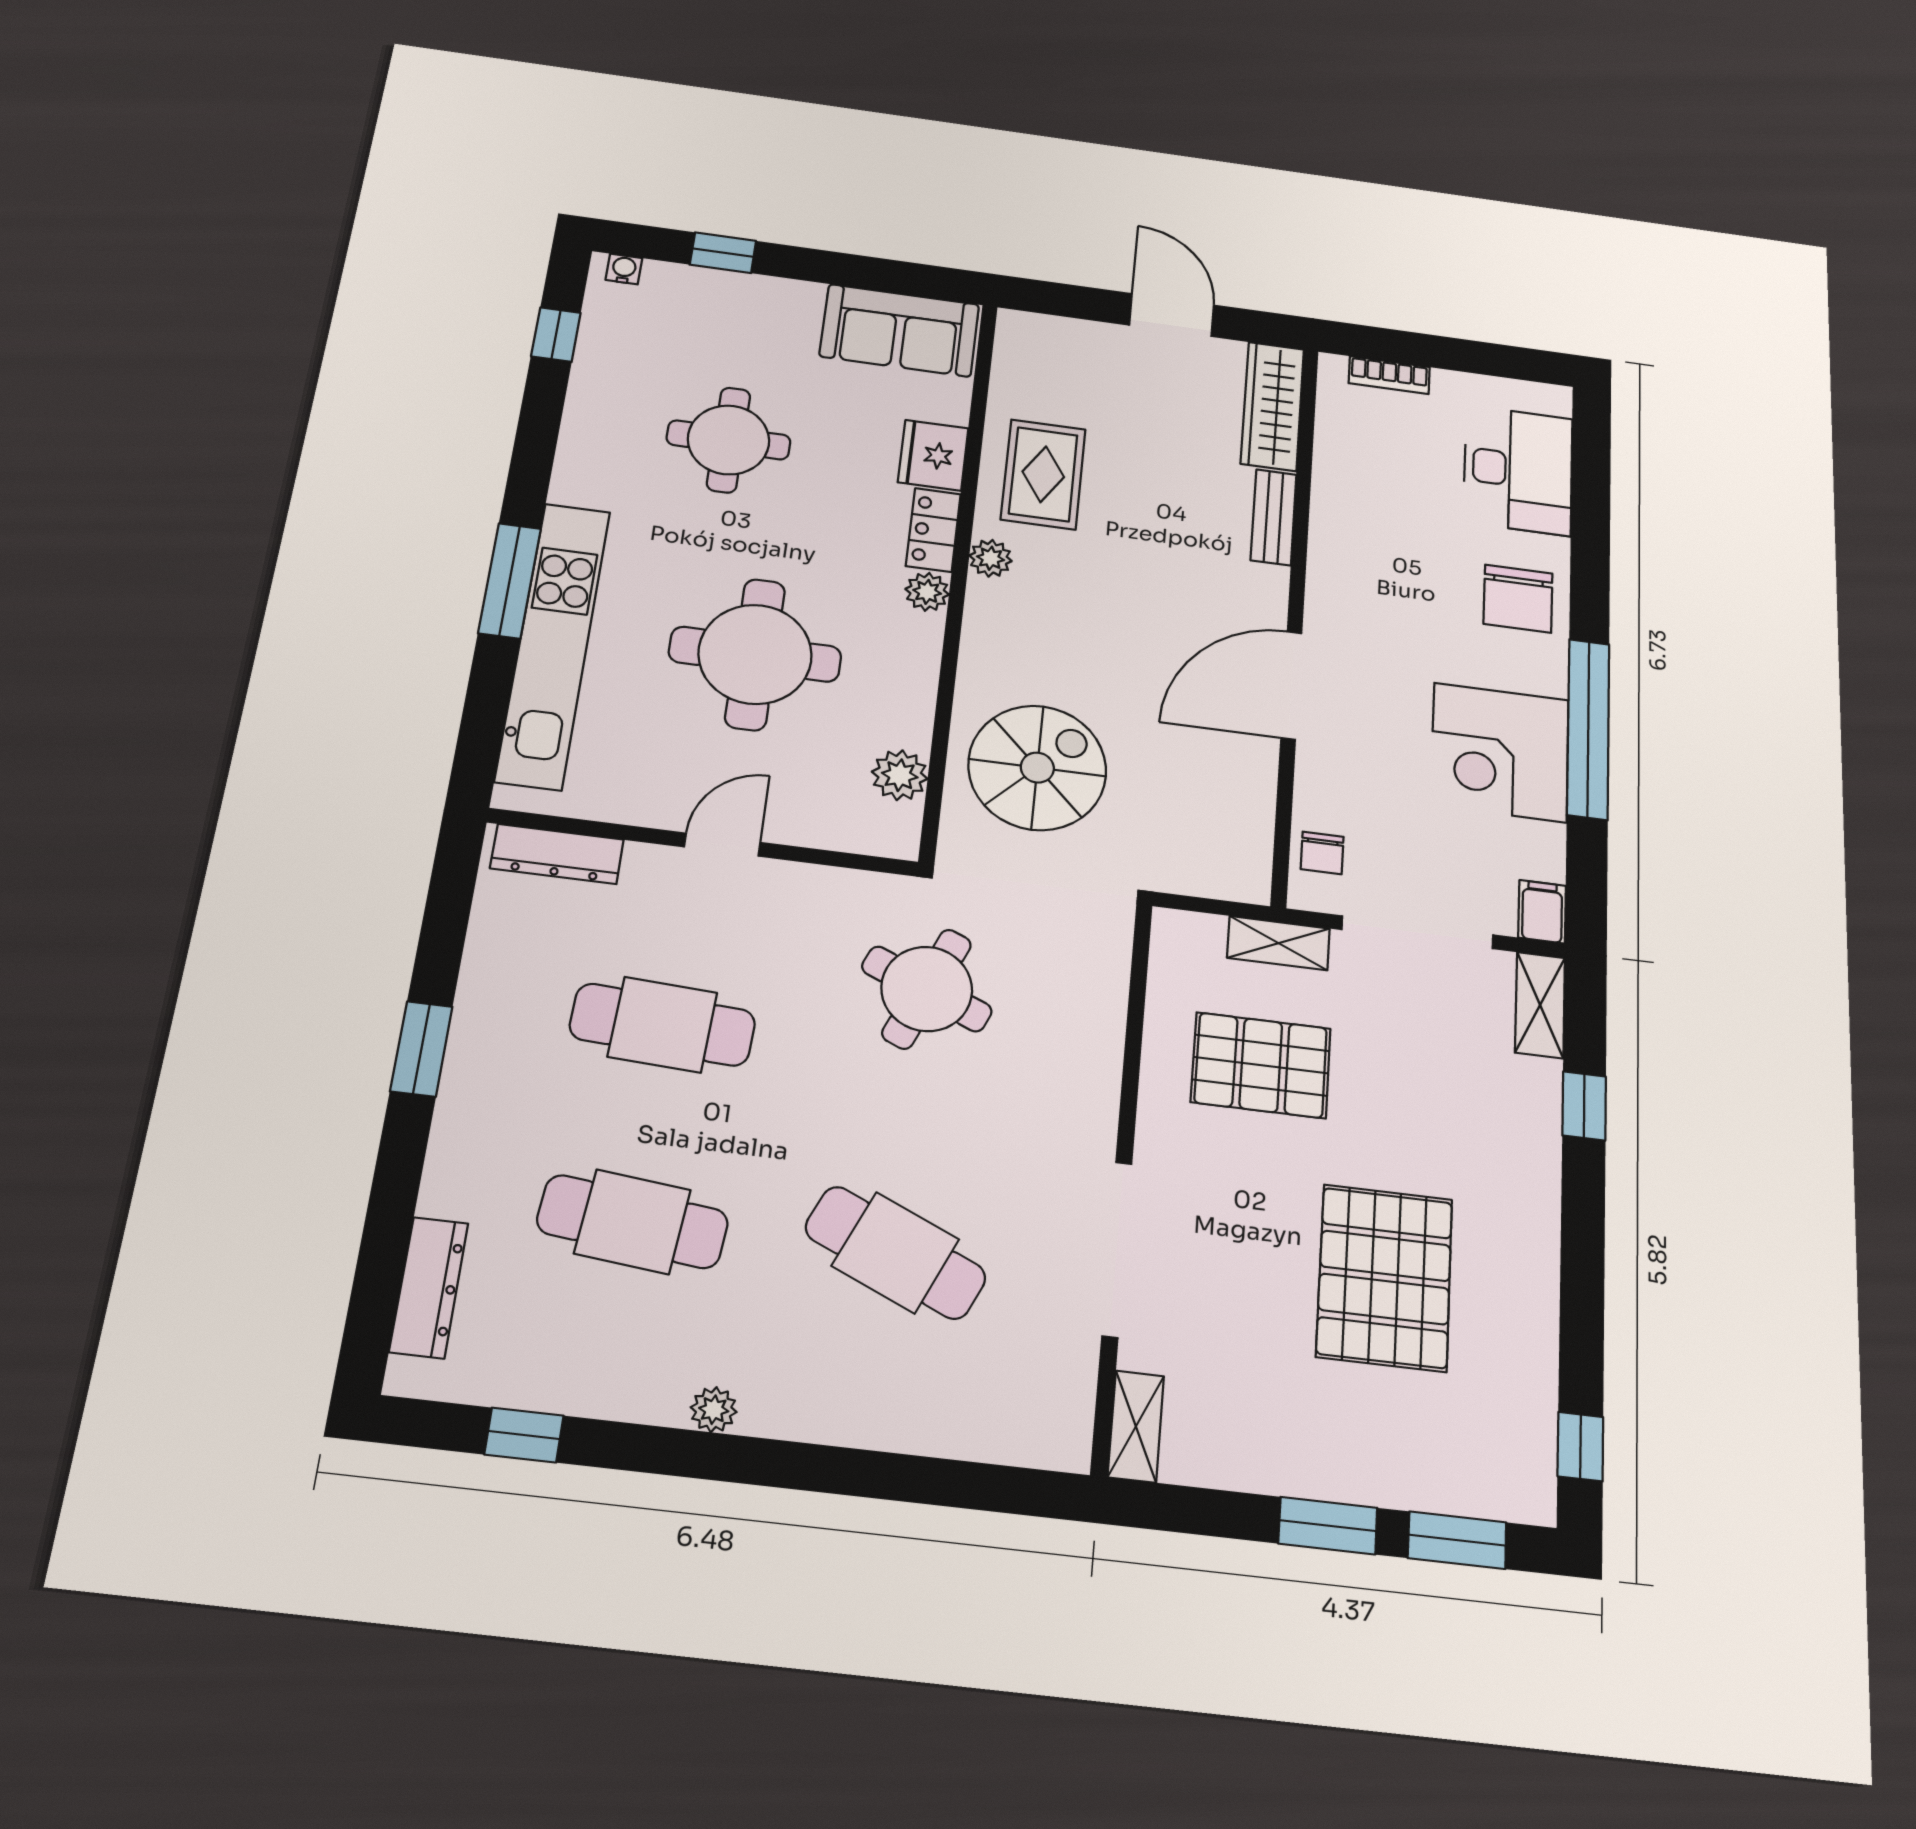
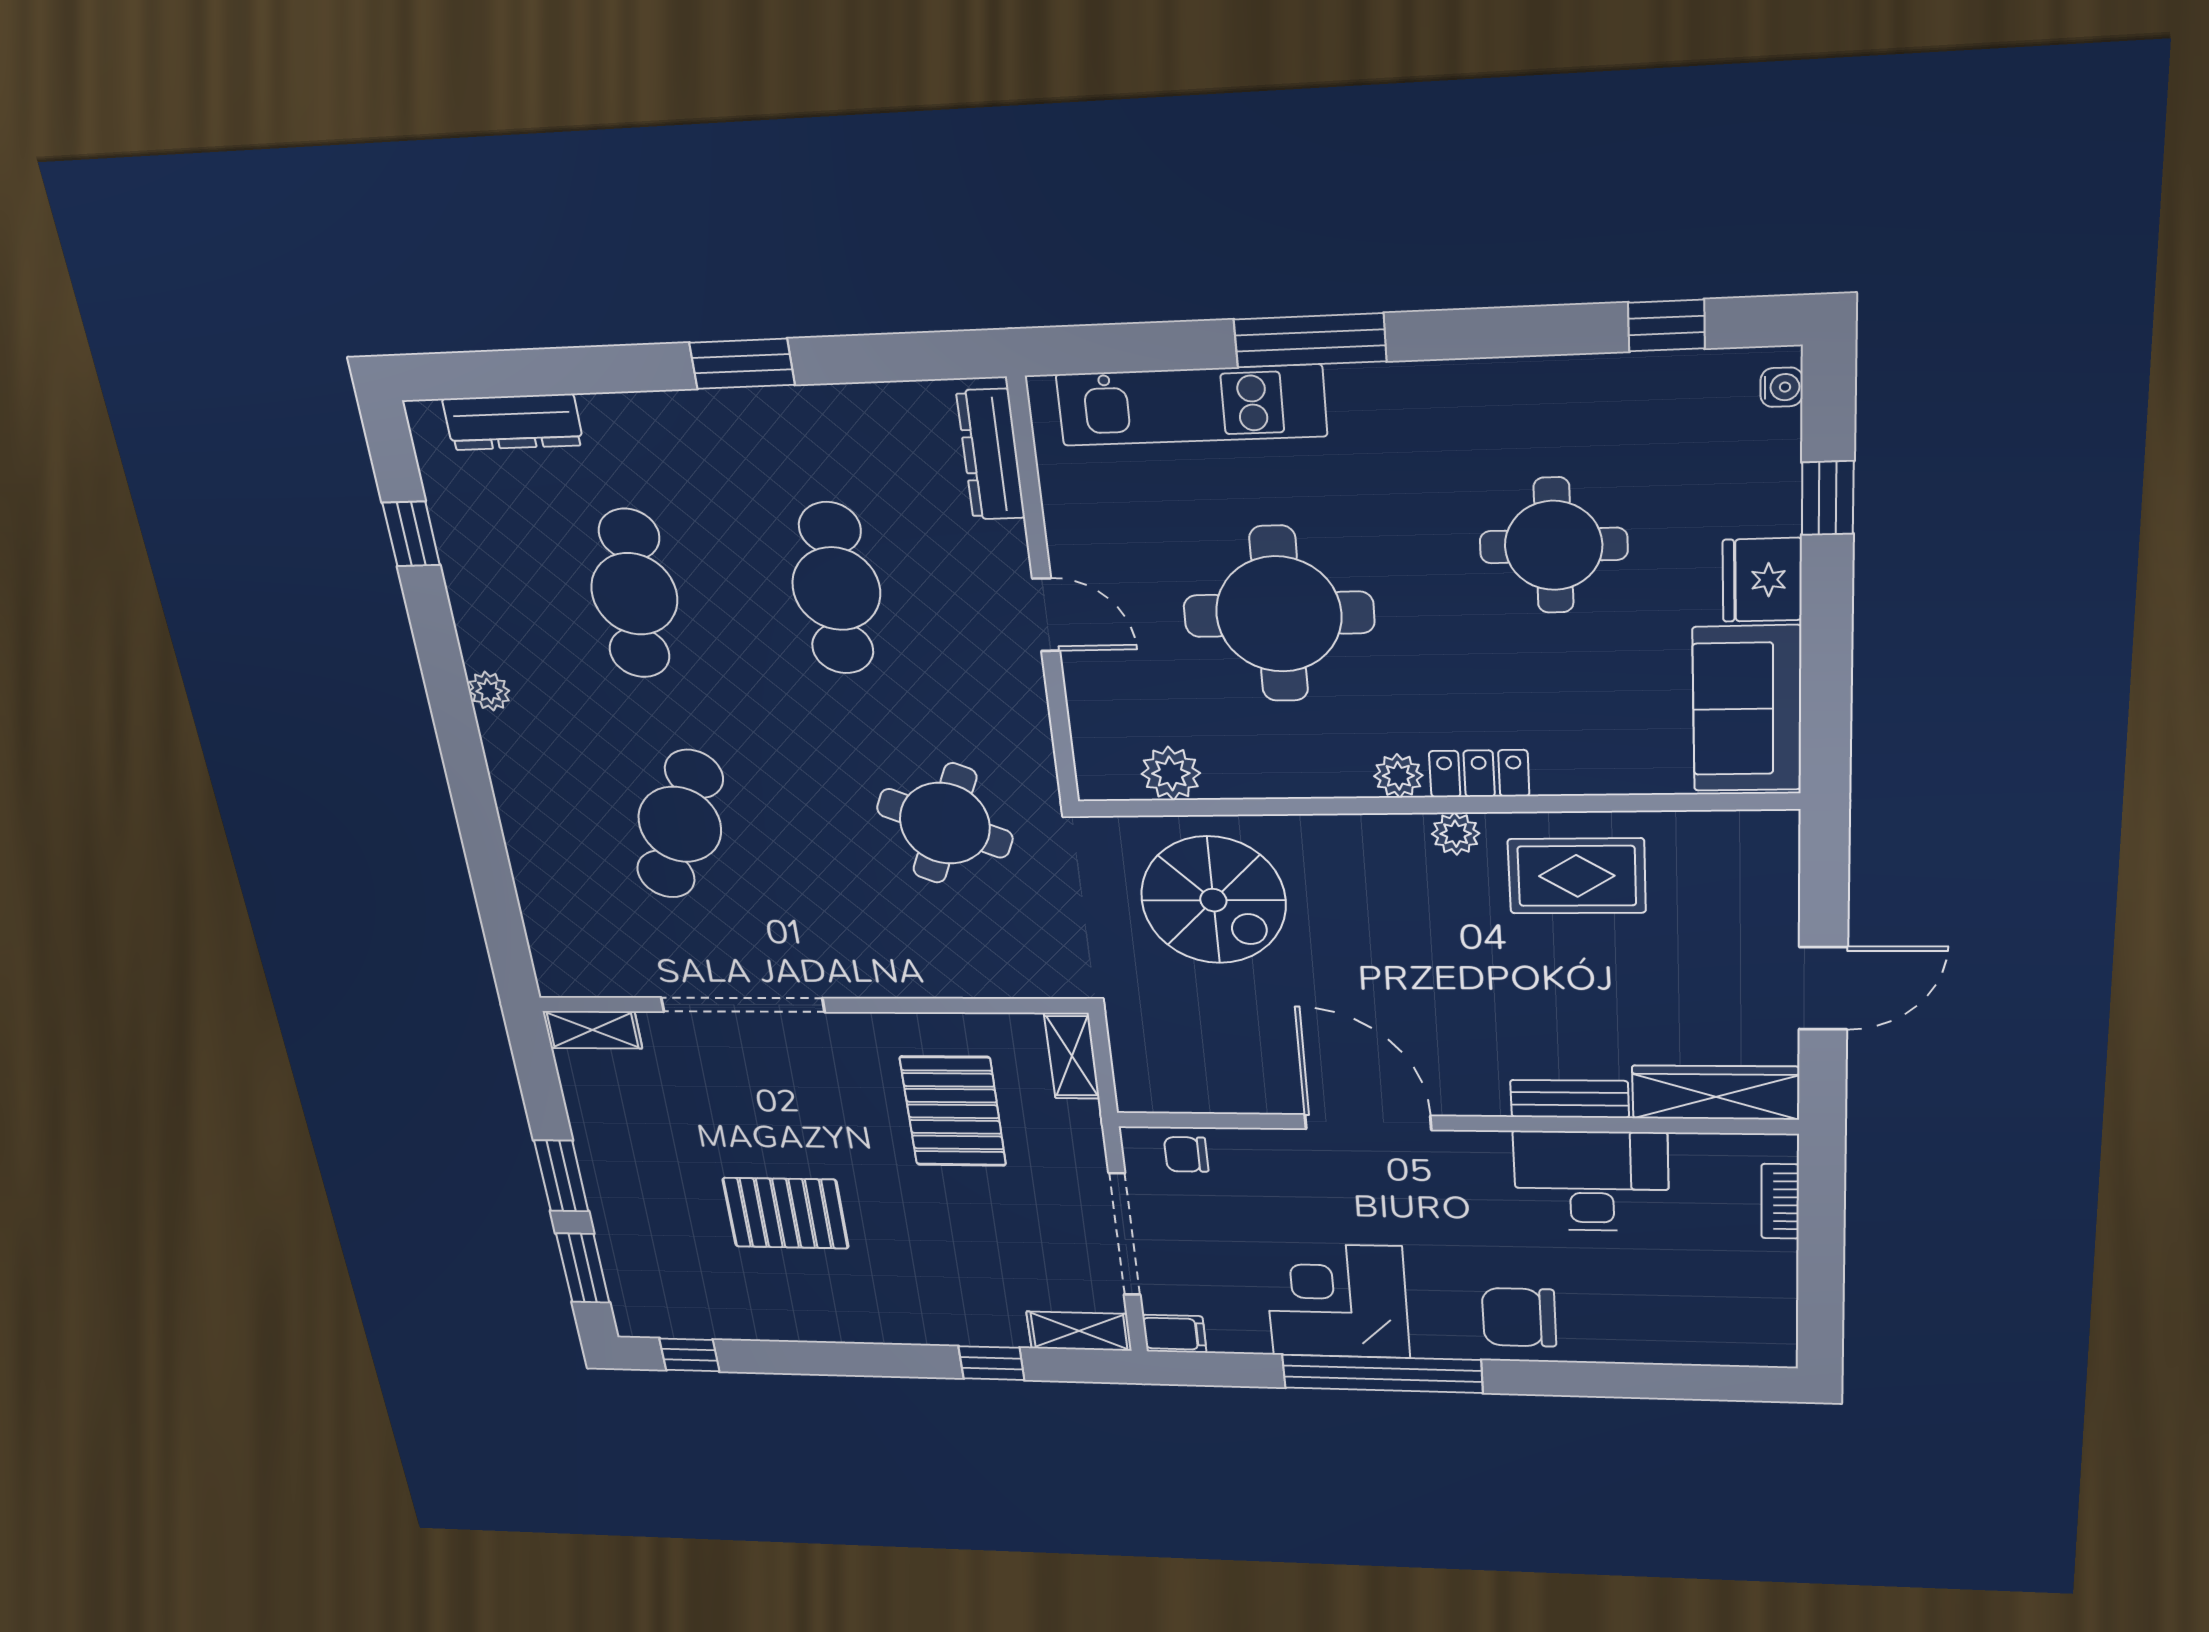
fridge: (933, 455) -> (1762, 580), moved, turned -90
desk: (1518, 470) -> (1591, 1181), moved, turned 180
kitchen unit: (553, 644) -> (1191, 405), width x0.73
shelving: (1279, 943) -> (1072, 1056), moved
pallet: (1385, 1277) -> (786, 1213), width x0.73, depth x0.71

